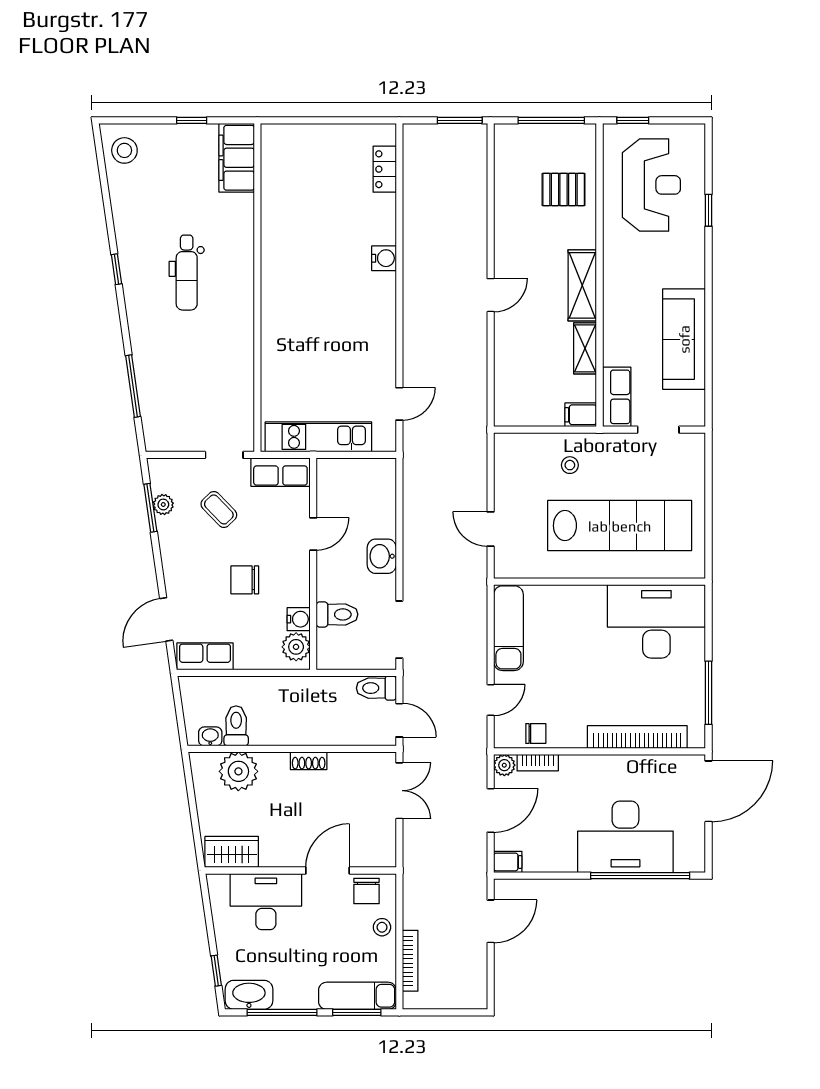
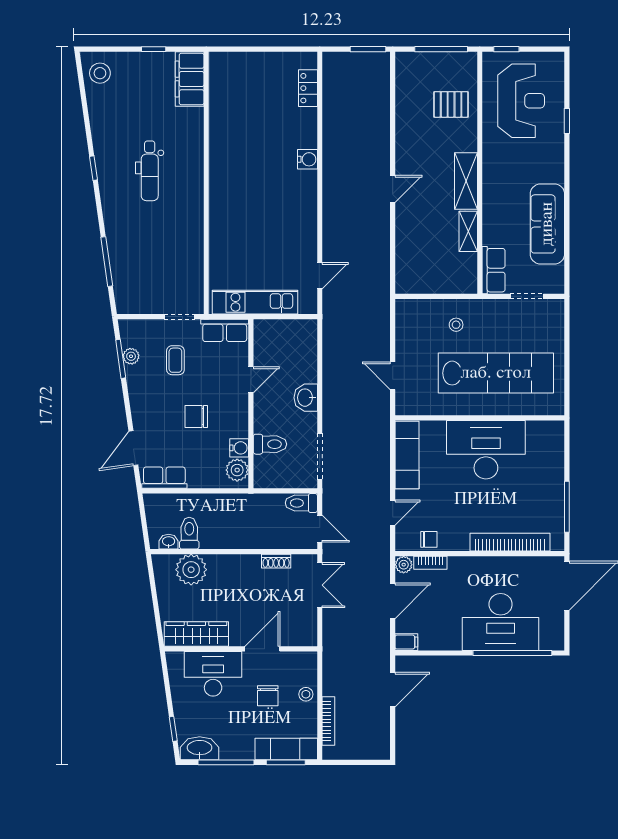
filing cabinet: (581, 415) -> (465, 284), removed
coffee table: (219, 509) -> (175, 360), turned 44
desk: (656, 621) -> (486, 450), moved
shoe rack: (309, 761) -> (276, 561), moved
wardrobe: (232, 852) -> (196, 634), width x1.50
chair: (367, 891) -> (268, 696), moved

